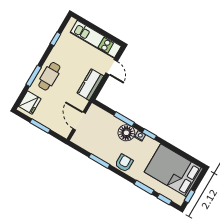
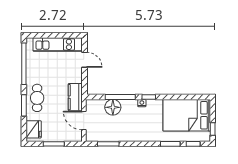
window: (55, 39) -> (24, 64), width x3.17
kitchen counter: (90, 85) -> (75, 97), moved
window: (124, 119) -> (120, 97), width x1.44
floor lamp: (126, 133) -> (113, 107), moved
window: (99, 161) -> (108, 144), moved
armchair: (124, 163) -> (142, 134), removed

